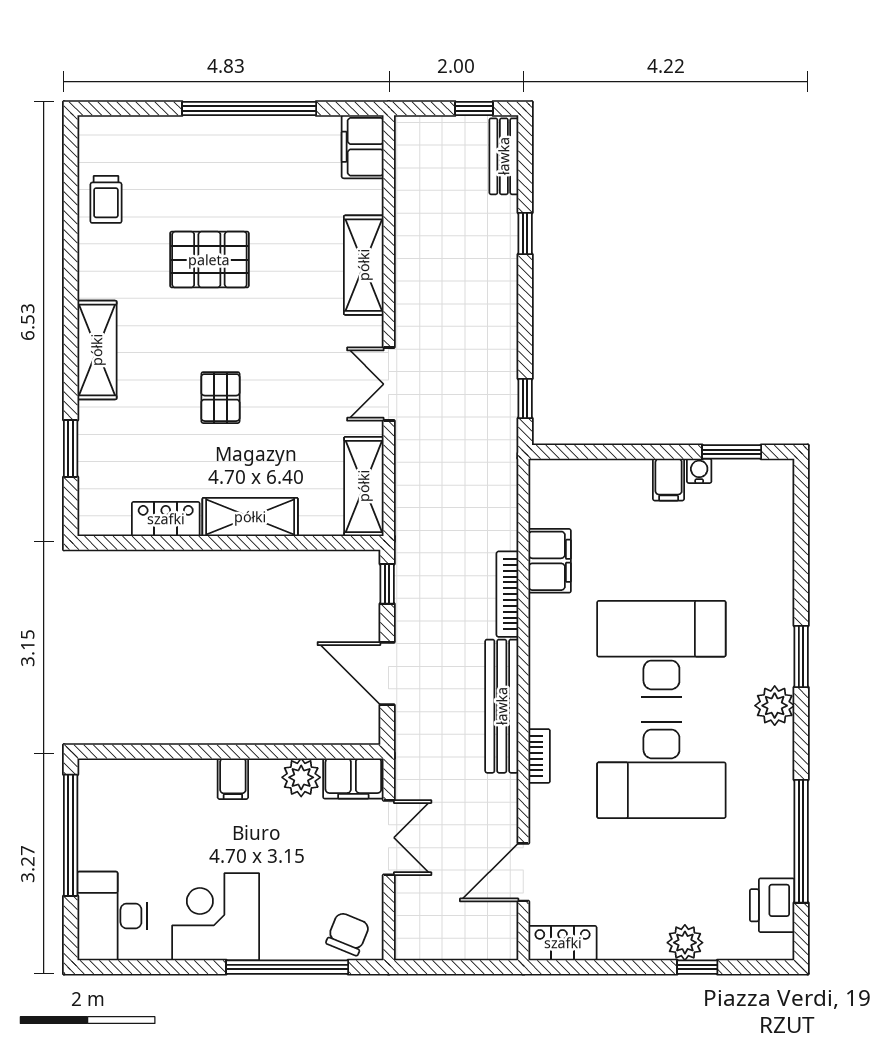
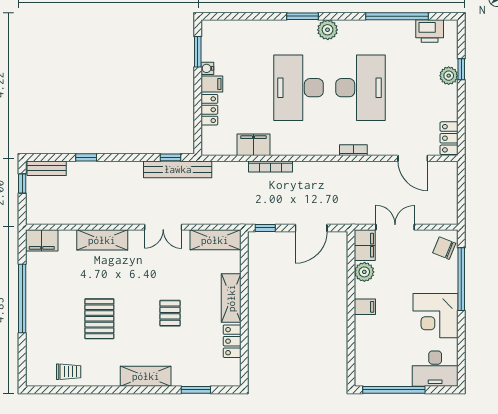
pallet: (220, 398) -> (170, 313), turned 90
locker: (618, 475) -> (209, 110), added
bench: (502, 706) -> (178, 169), moved

